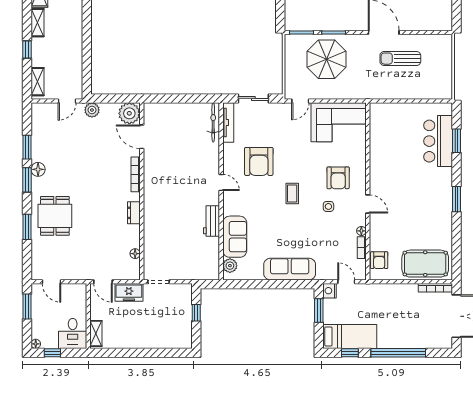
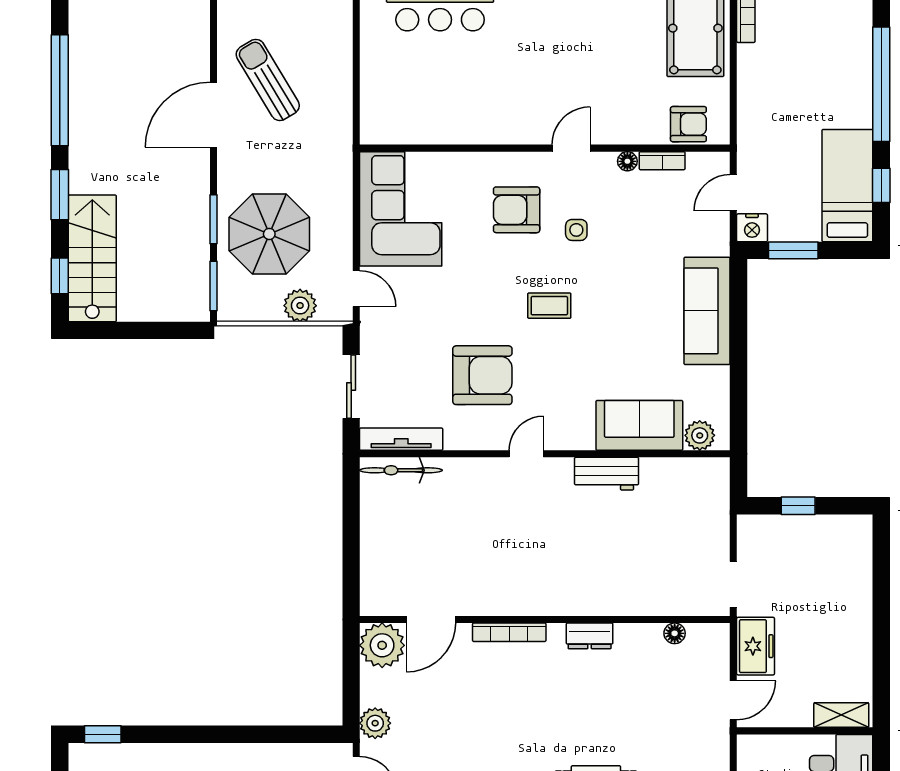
sun lounger: (400, 59) -> (268, 80), turned 149
plant: (292, 74) -> (300, 306), added
armchair: (338, 178) -> (517, 210), turned 180

